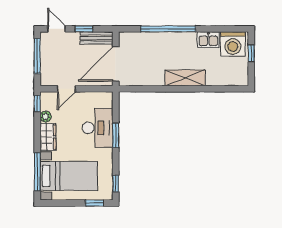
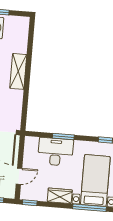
door: (66, 89) -> (19, 176), hinge flipped
plant: (46, 117) -> (42, 196), removed

